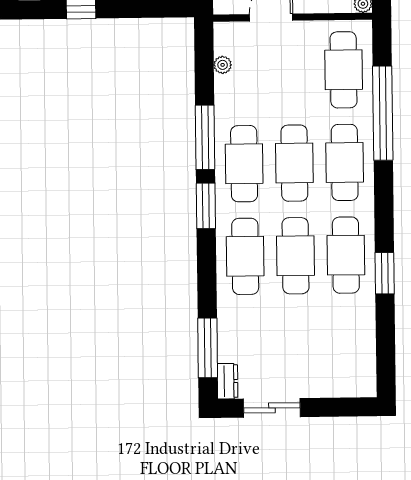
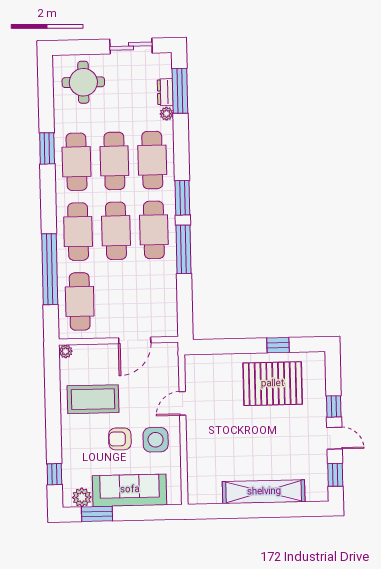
plant: (223, 65) -> (167, 114), moved
round table: (336, 361) -> (83, 82), added
dresser: (228, 381) -> (165, 92), moved

